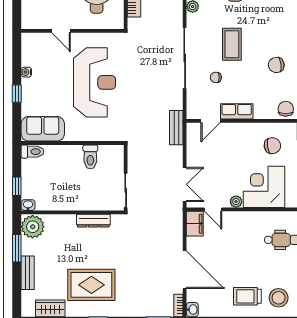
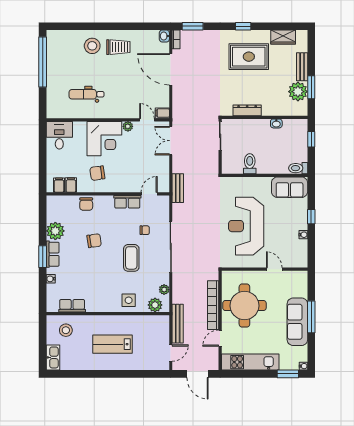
washbasin: (28, 205) -> (276, 123), moved
filing cabinet: (195, 224) -> (162, 113), width x0.50
plant: (33, 227) -> (298, 92), moved

